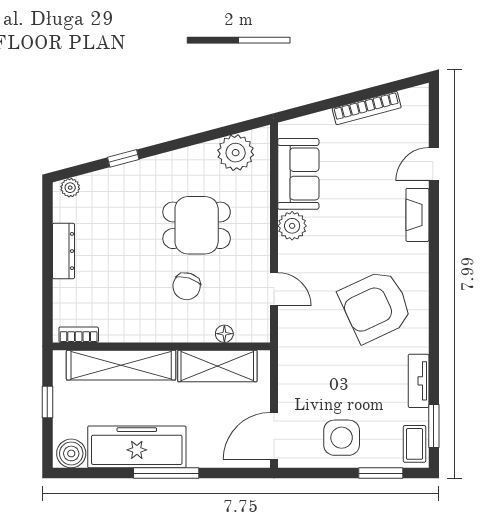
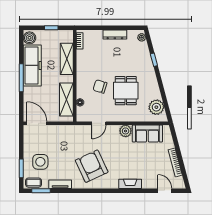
door: (434, 164) -> (165, 191), moved
shelving: (121, 365) -> (67, 59), width x0.68
side table: (342, 438) -> (40, 162), moved

